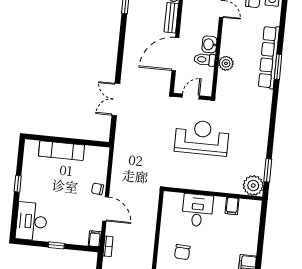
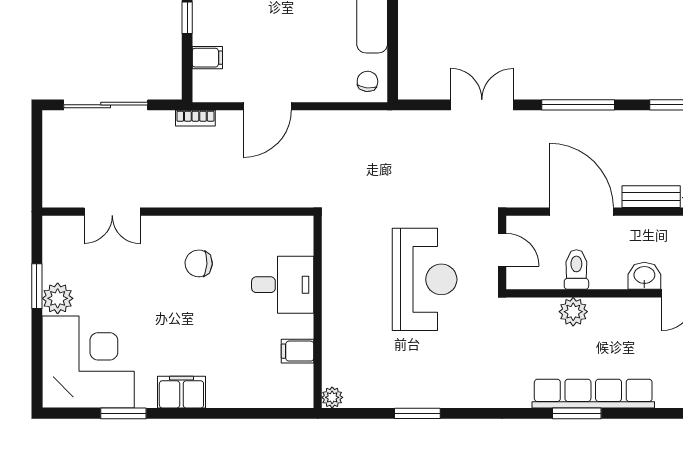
washbasin: (209, 44) -> (644, 276), moved
window: (121, 50) -> (578, 105), added
window: (268, 170) -> (417, 413), moved
plant: (253, 186) -> (332, 397), width x0.53, depth x0.53
chair: (98, 189) -> (367, 81), moved
filing cabinet: (95, 239) -> (207, 58), moved

